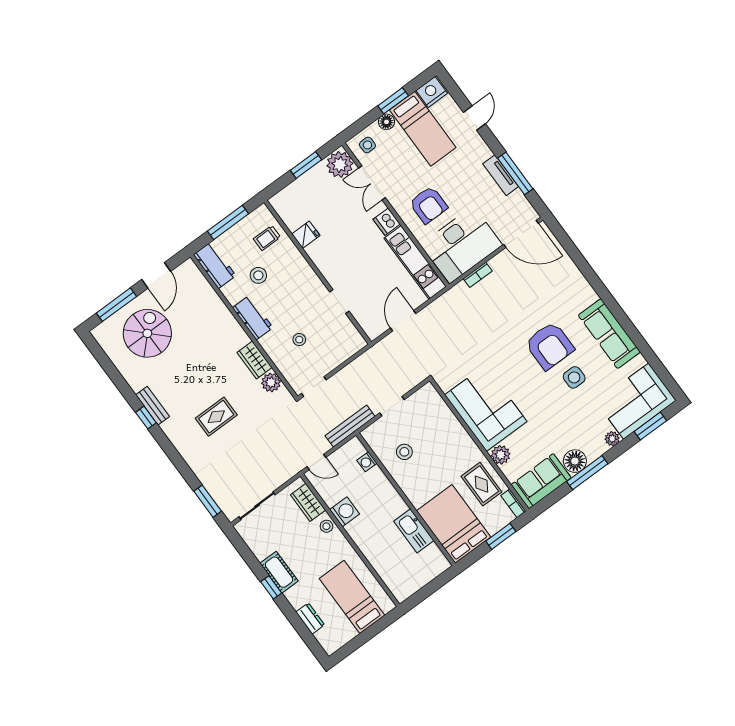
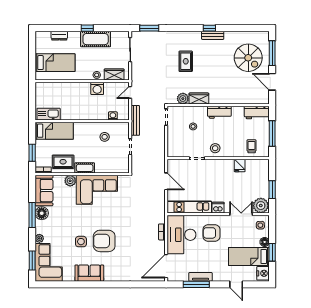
stool: (258, 275) -> (215, 148), moved
sofa: (609, 334) -> (89, 273), width x0.73
cot: (468, 448) -> (85, 168), added
bed: (454, 524) -> (54, 131), width x0.67
kitchen sink: (414, 531) -> (49, 114), moved
cot: (279, 572) -> (96, 39), width x1.37, depth x1.34

